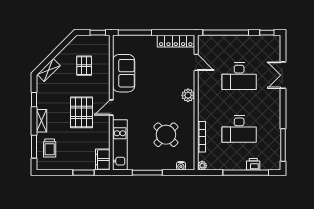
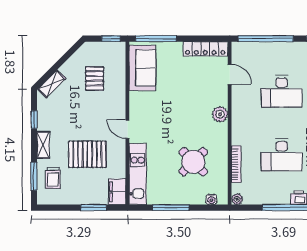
sofa: (124, 73) -> (142, 68), moved
door: (111, 108) -> (127, 129), hinge flipped
pallet: (81, 112) -> (87, 154), moved, turned 90

